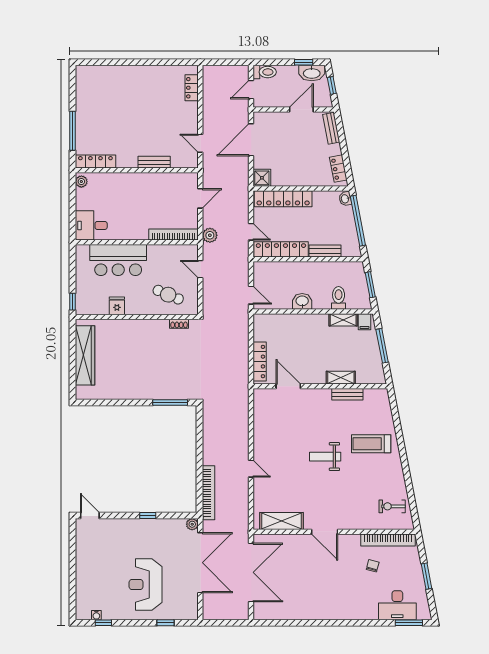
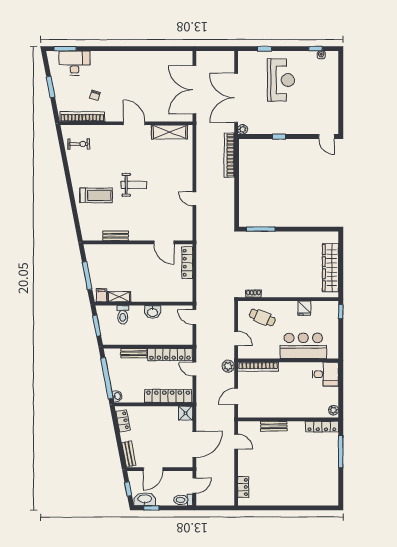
shelving: (341, 378) -> (121, 249), removed
door: (251, 469) -> (194, 199), moved

